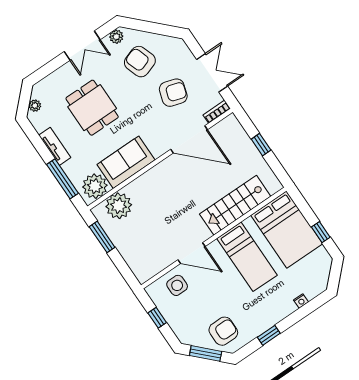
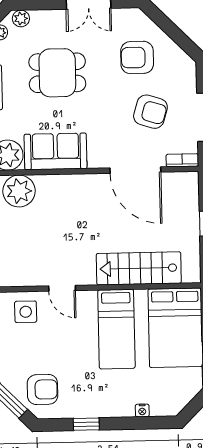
plant: (116, 37) -> (21, 18), moved
armchair: (140, 62) -> (137, 57), turned -71
dining table: (92, 108) -> (57, 73), turned 90
door: (192, 253) -> (62, 288), width x0.73

